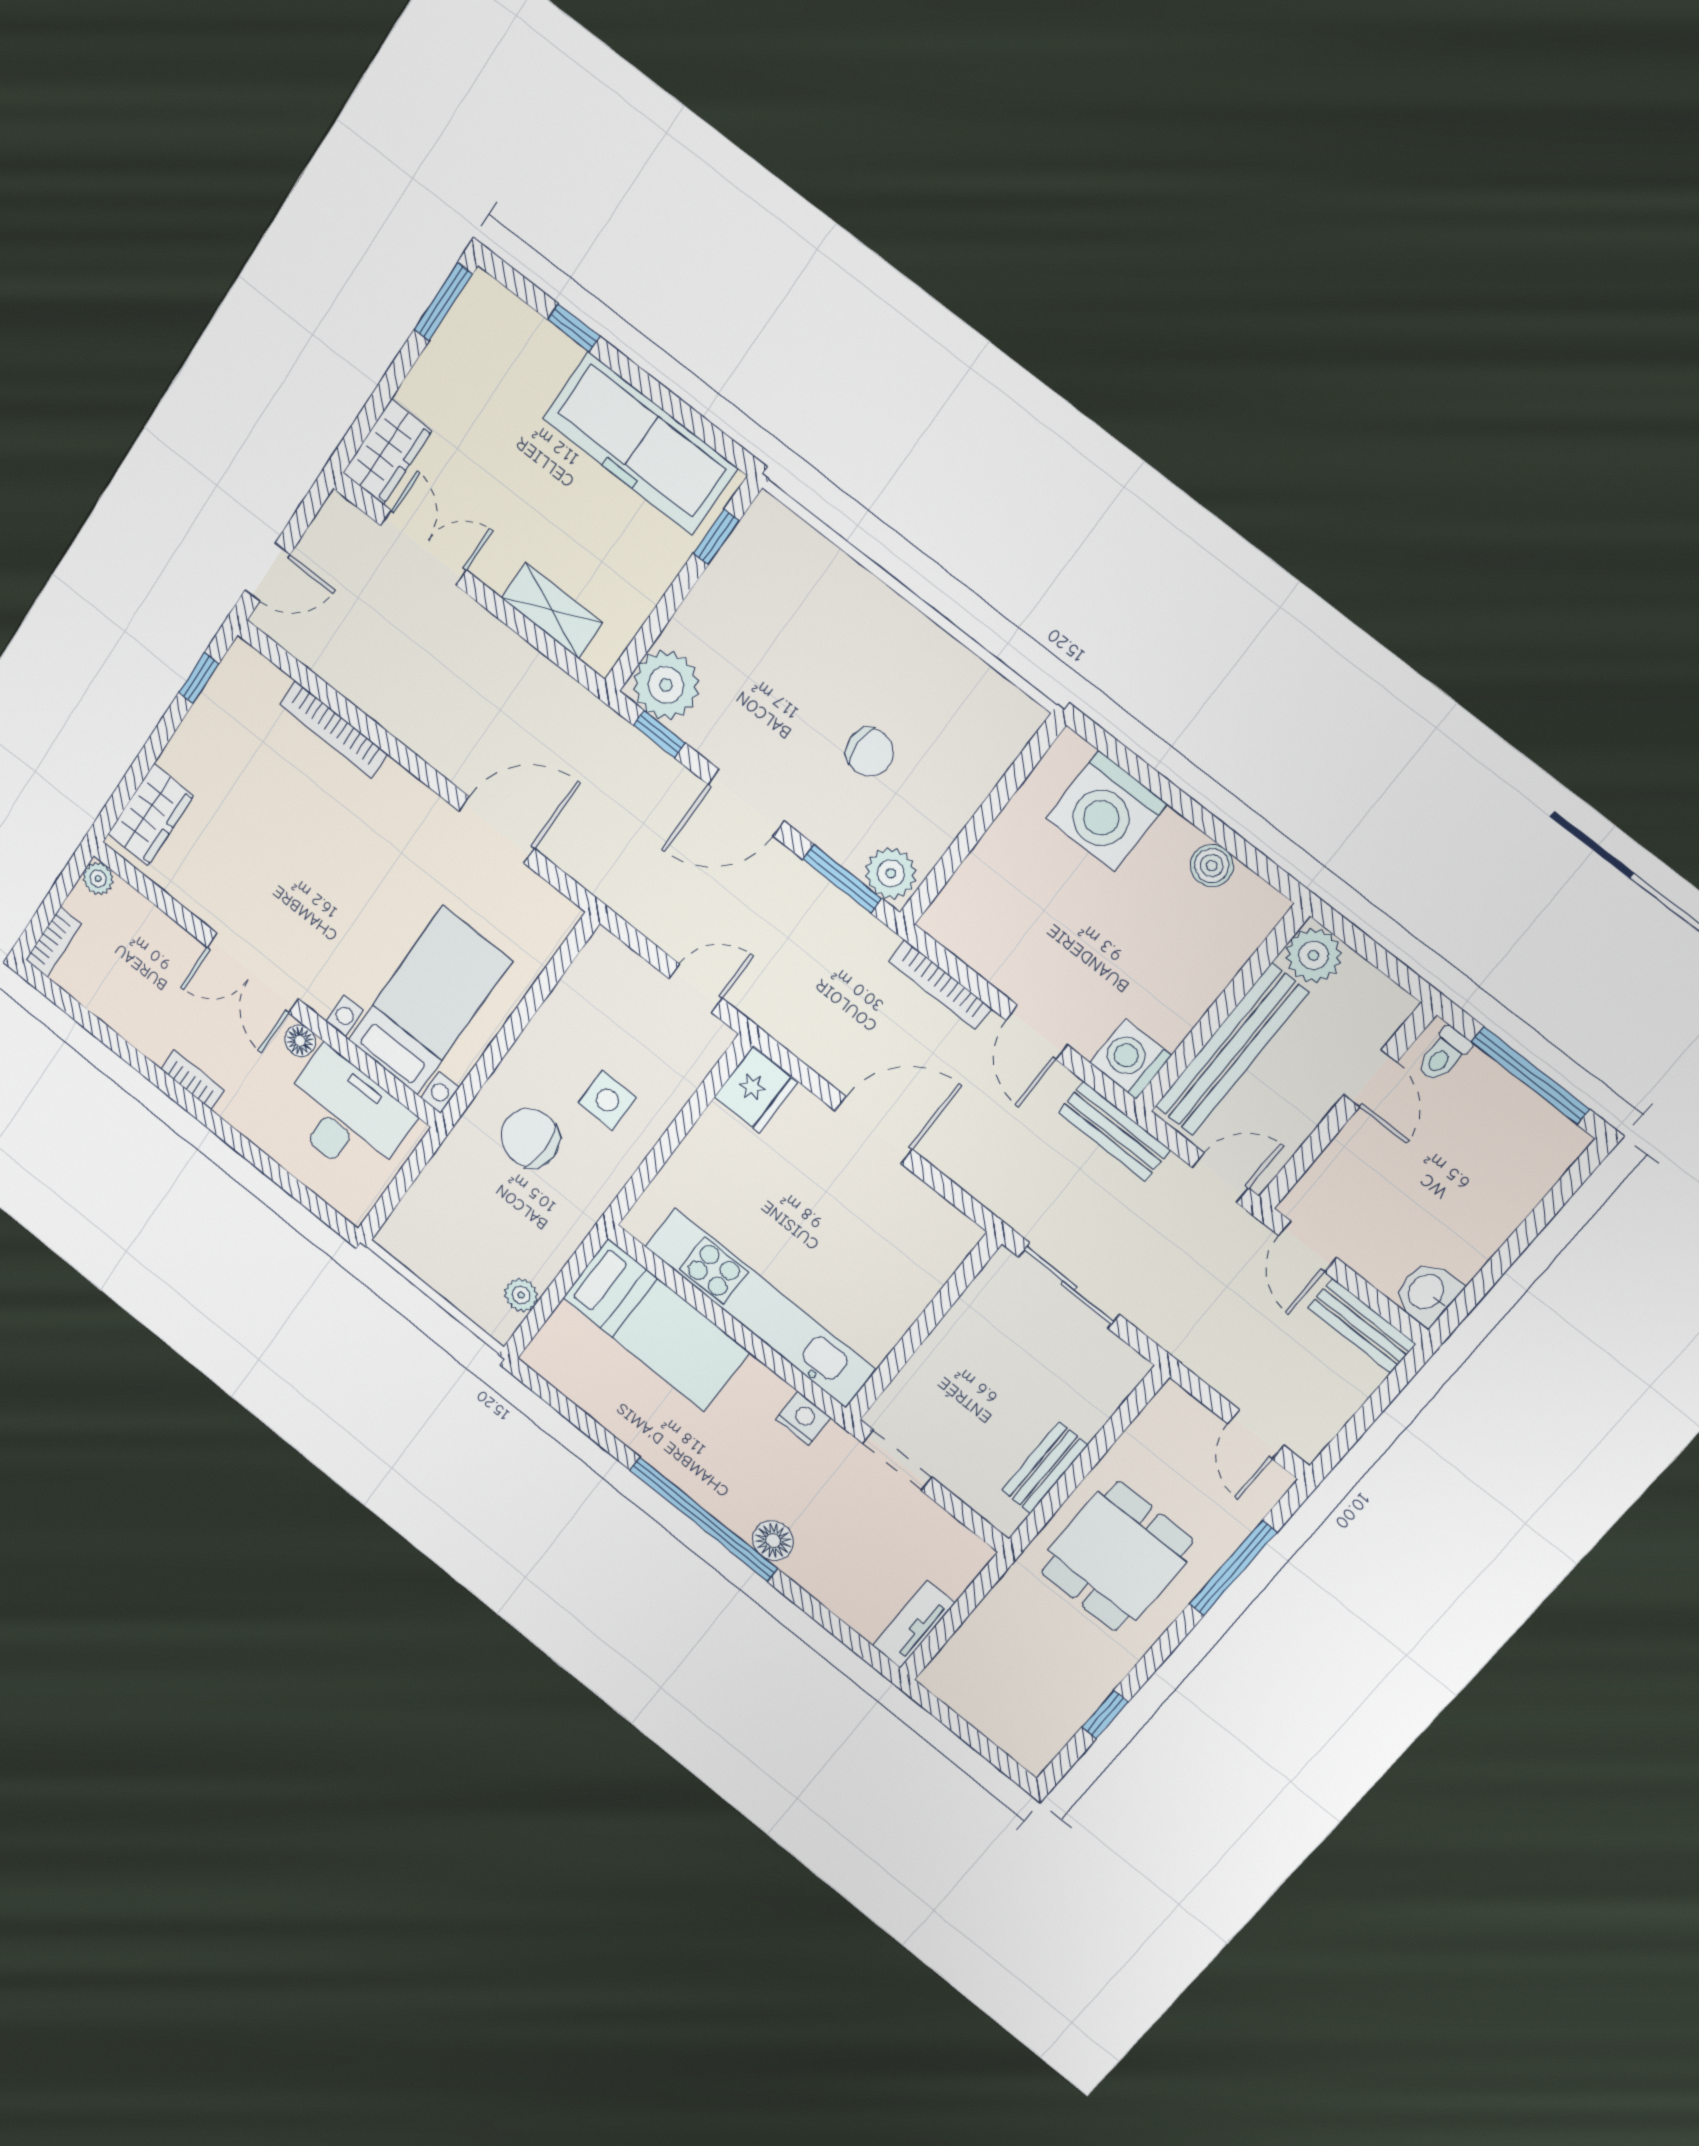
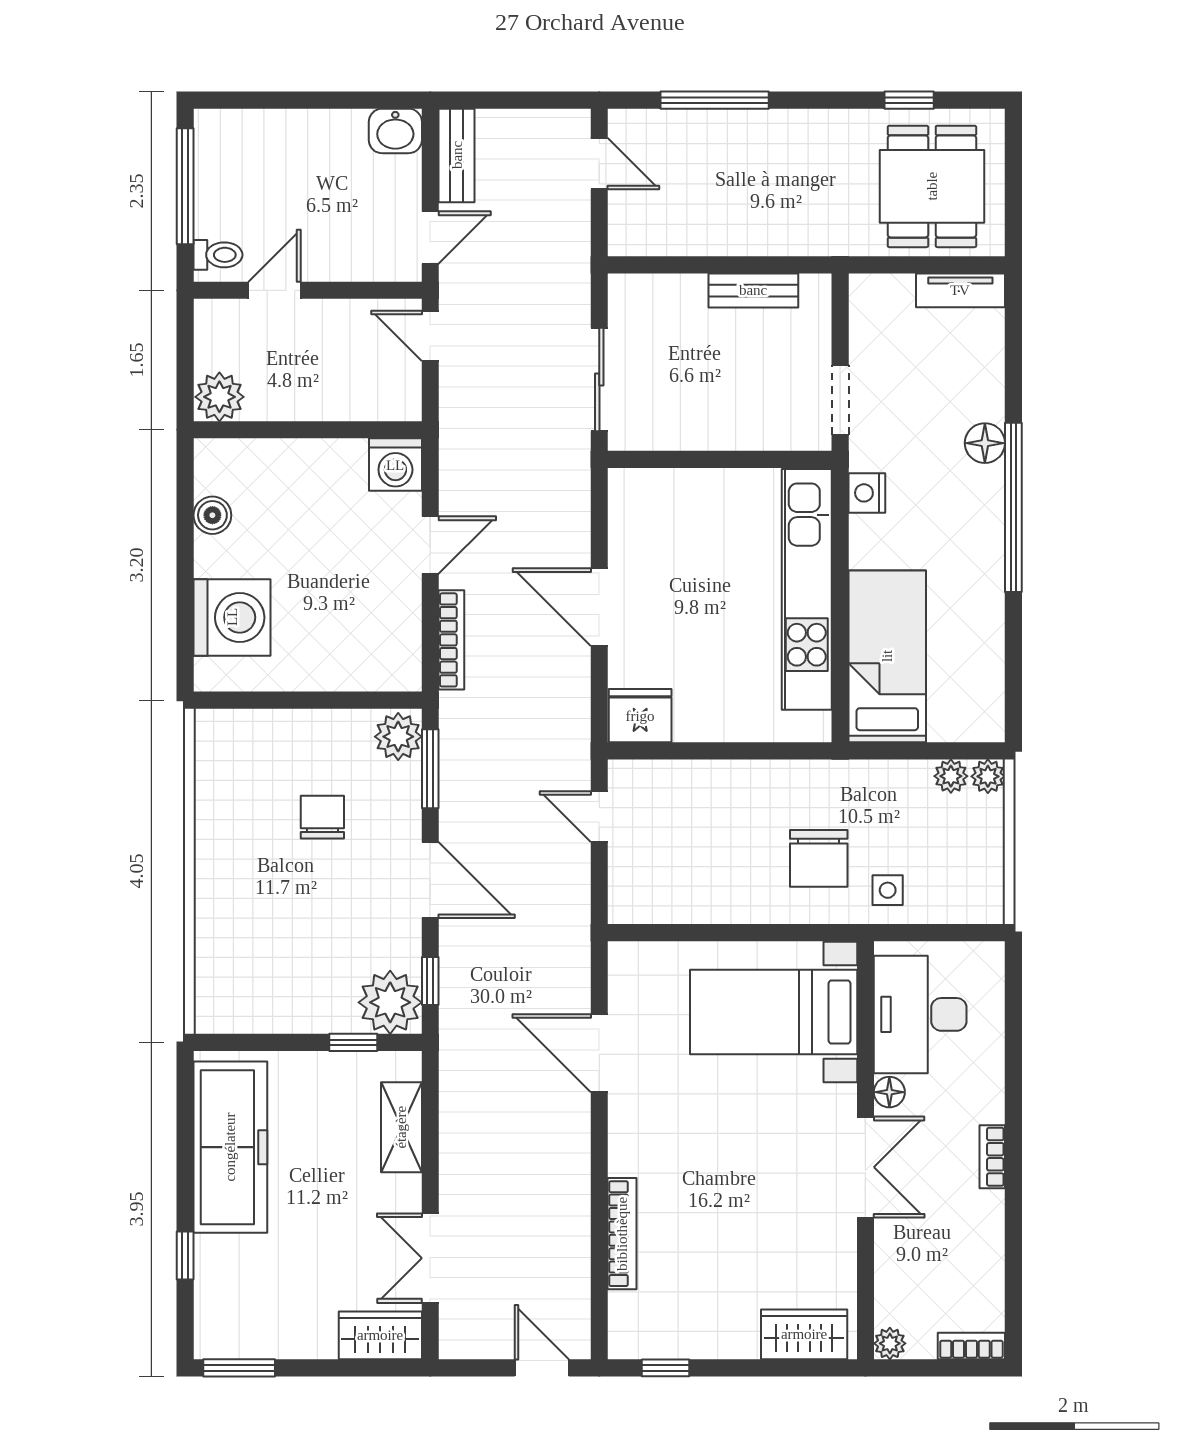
window: (716, 537) -> (353, 1042), moved
bench: (1232, 1049) -> (331, 400), removed
side table: (607, 1100) -> (888, 890), moved, width x0.73, depth x0.73
bench: (1114, 1131) -> (458, 436), removed
plant: (500, 1323) -> (988, 776), added
door: (1256, 1434) -> (599, 164), hinge flipped
dining table: (1117, 1556) -> (932, 186), moved, turned 90

